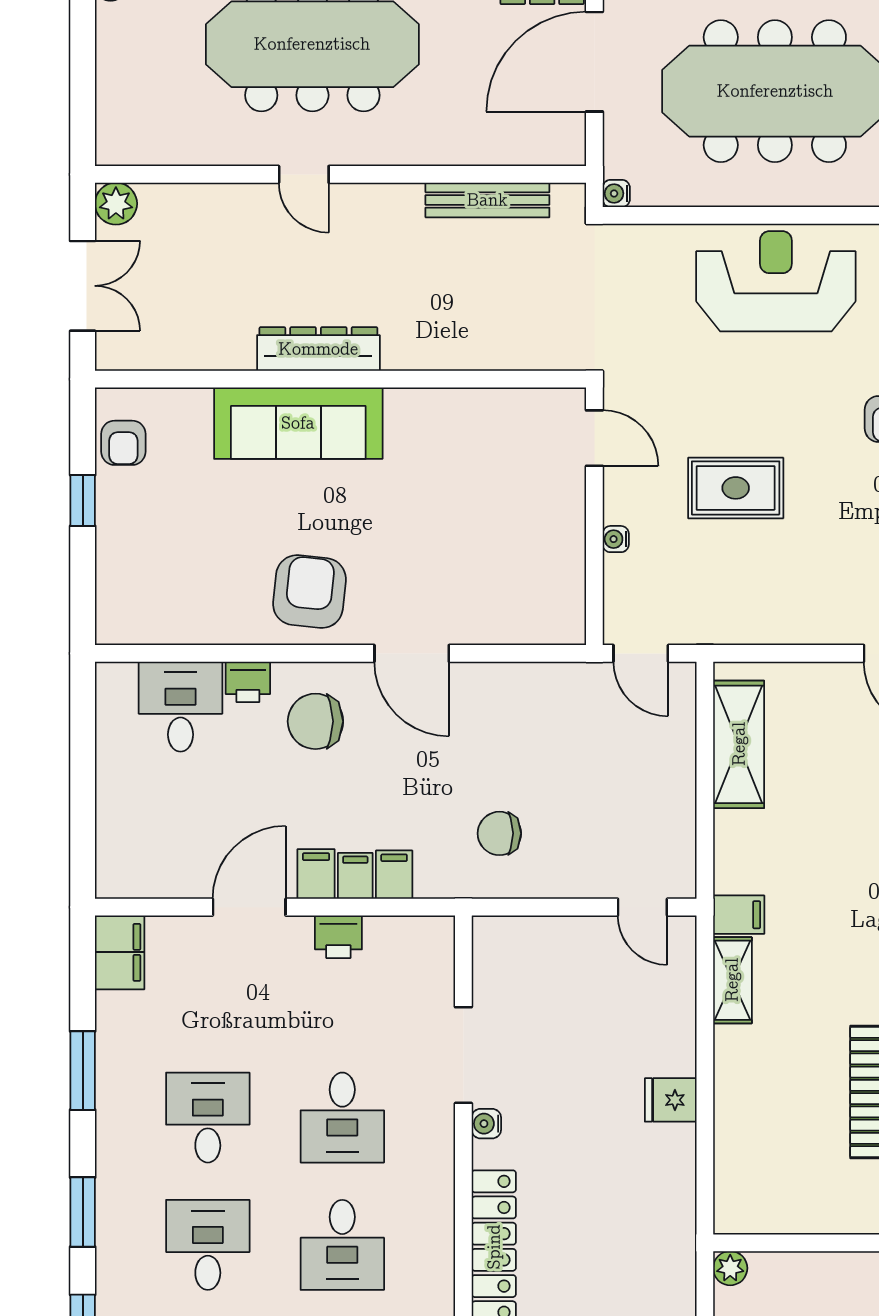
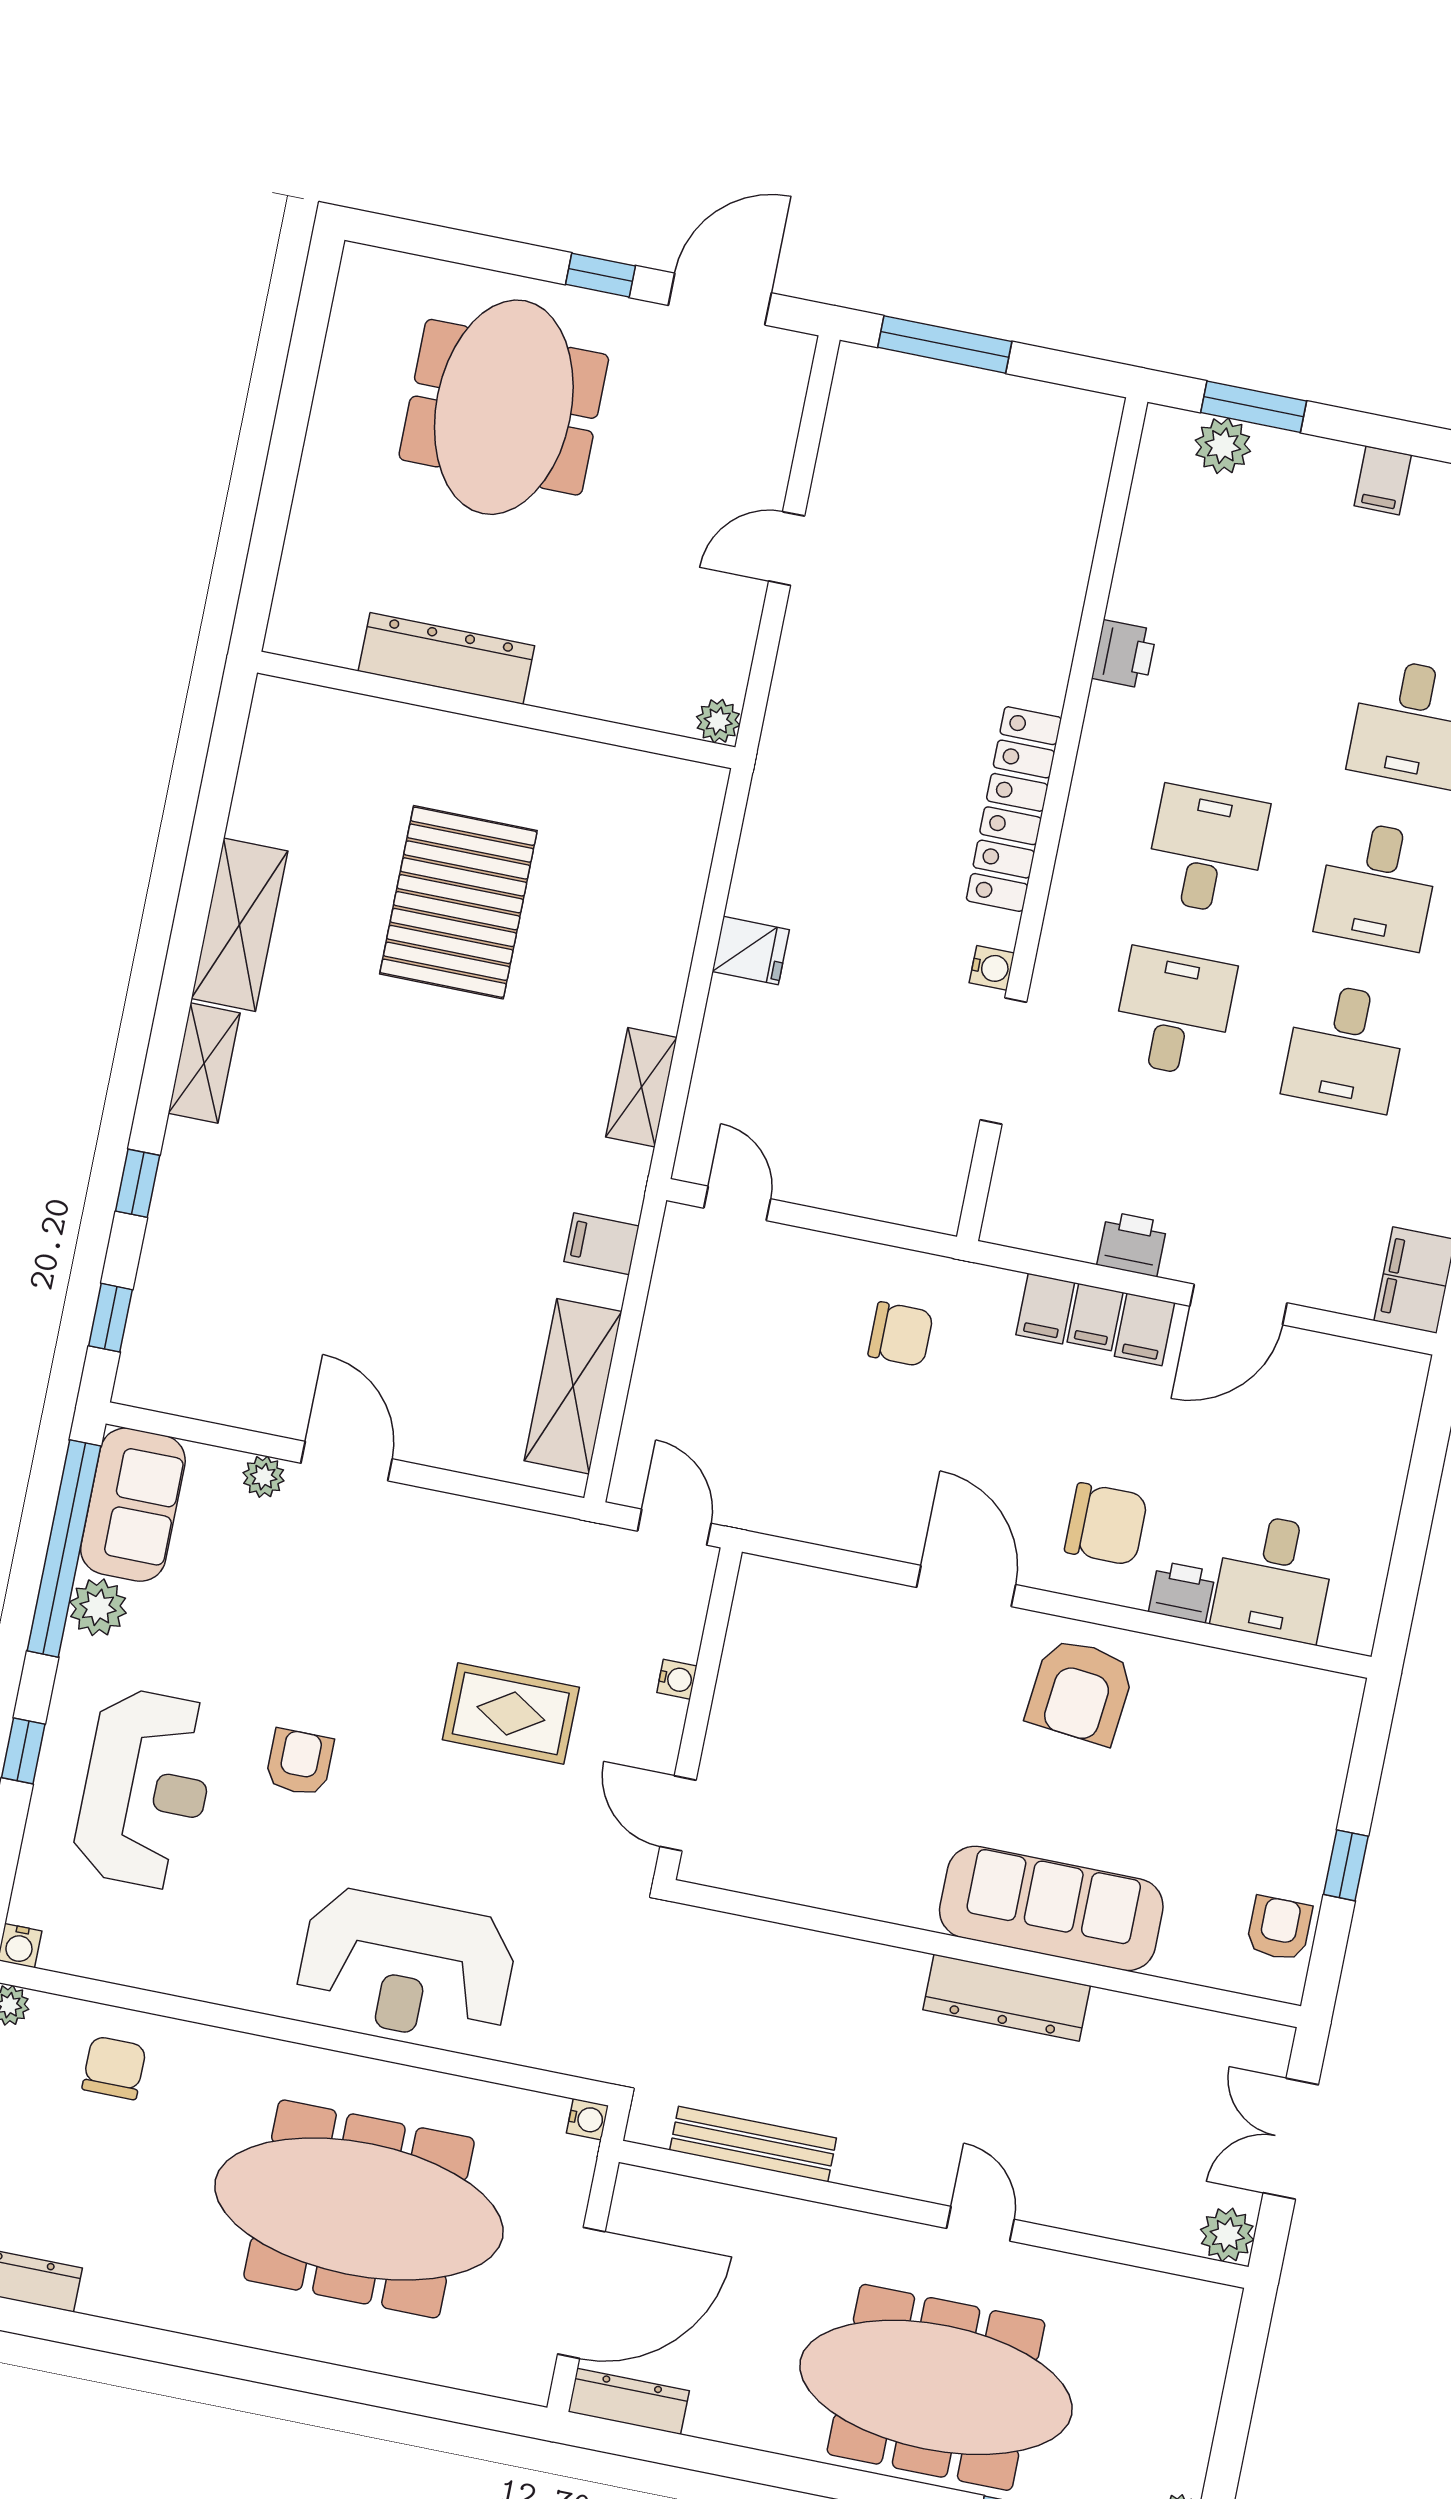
filing cabinet: (739, 915) -> (602, 1244), moved

